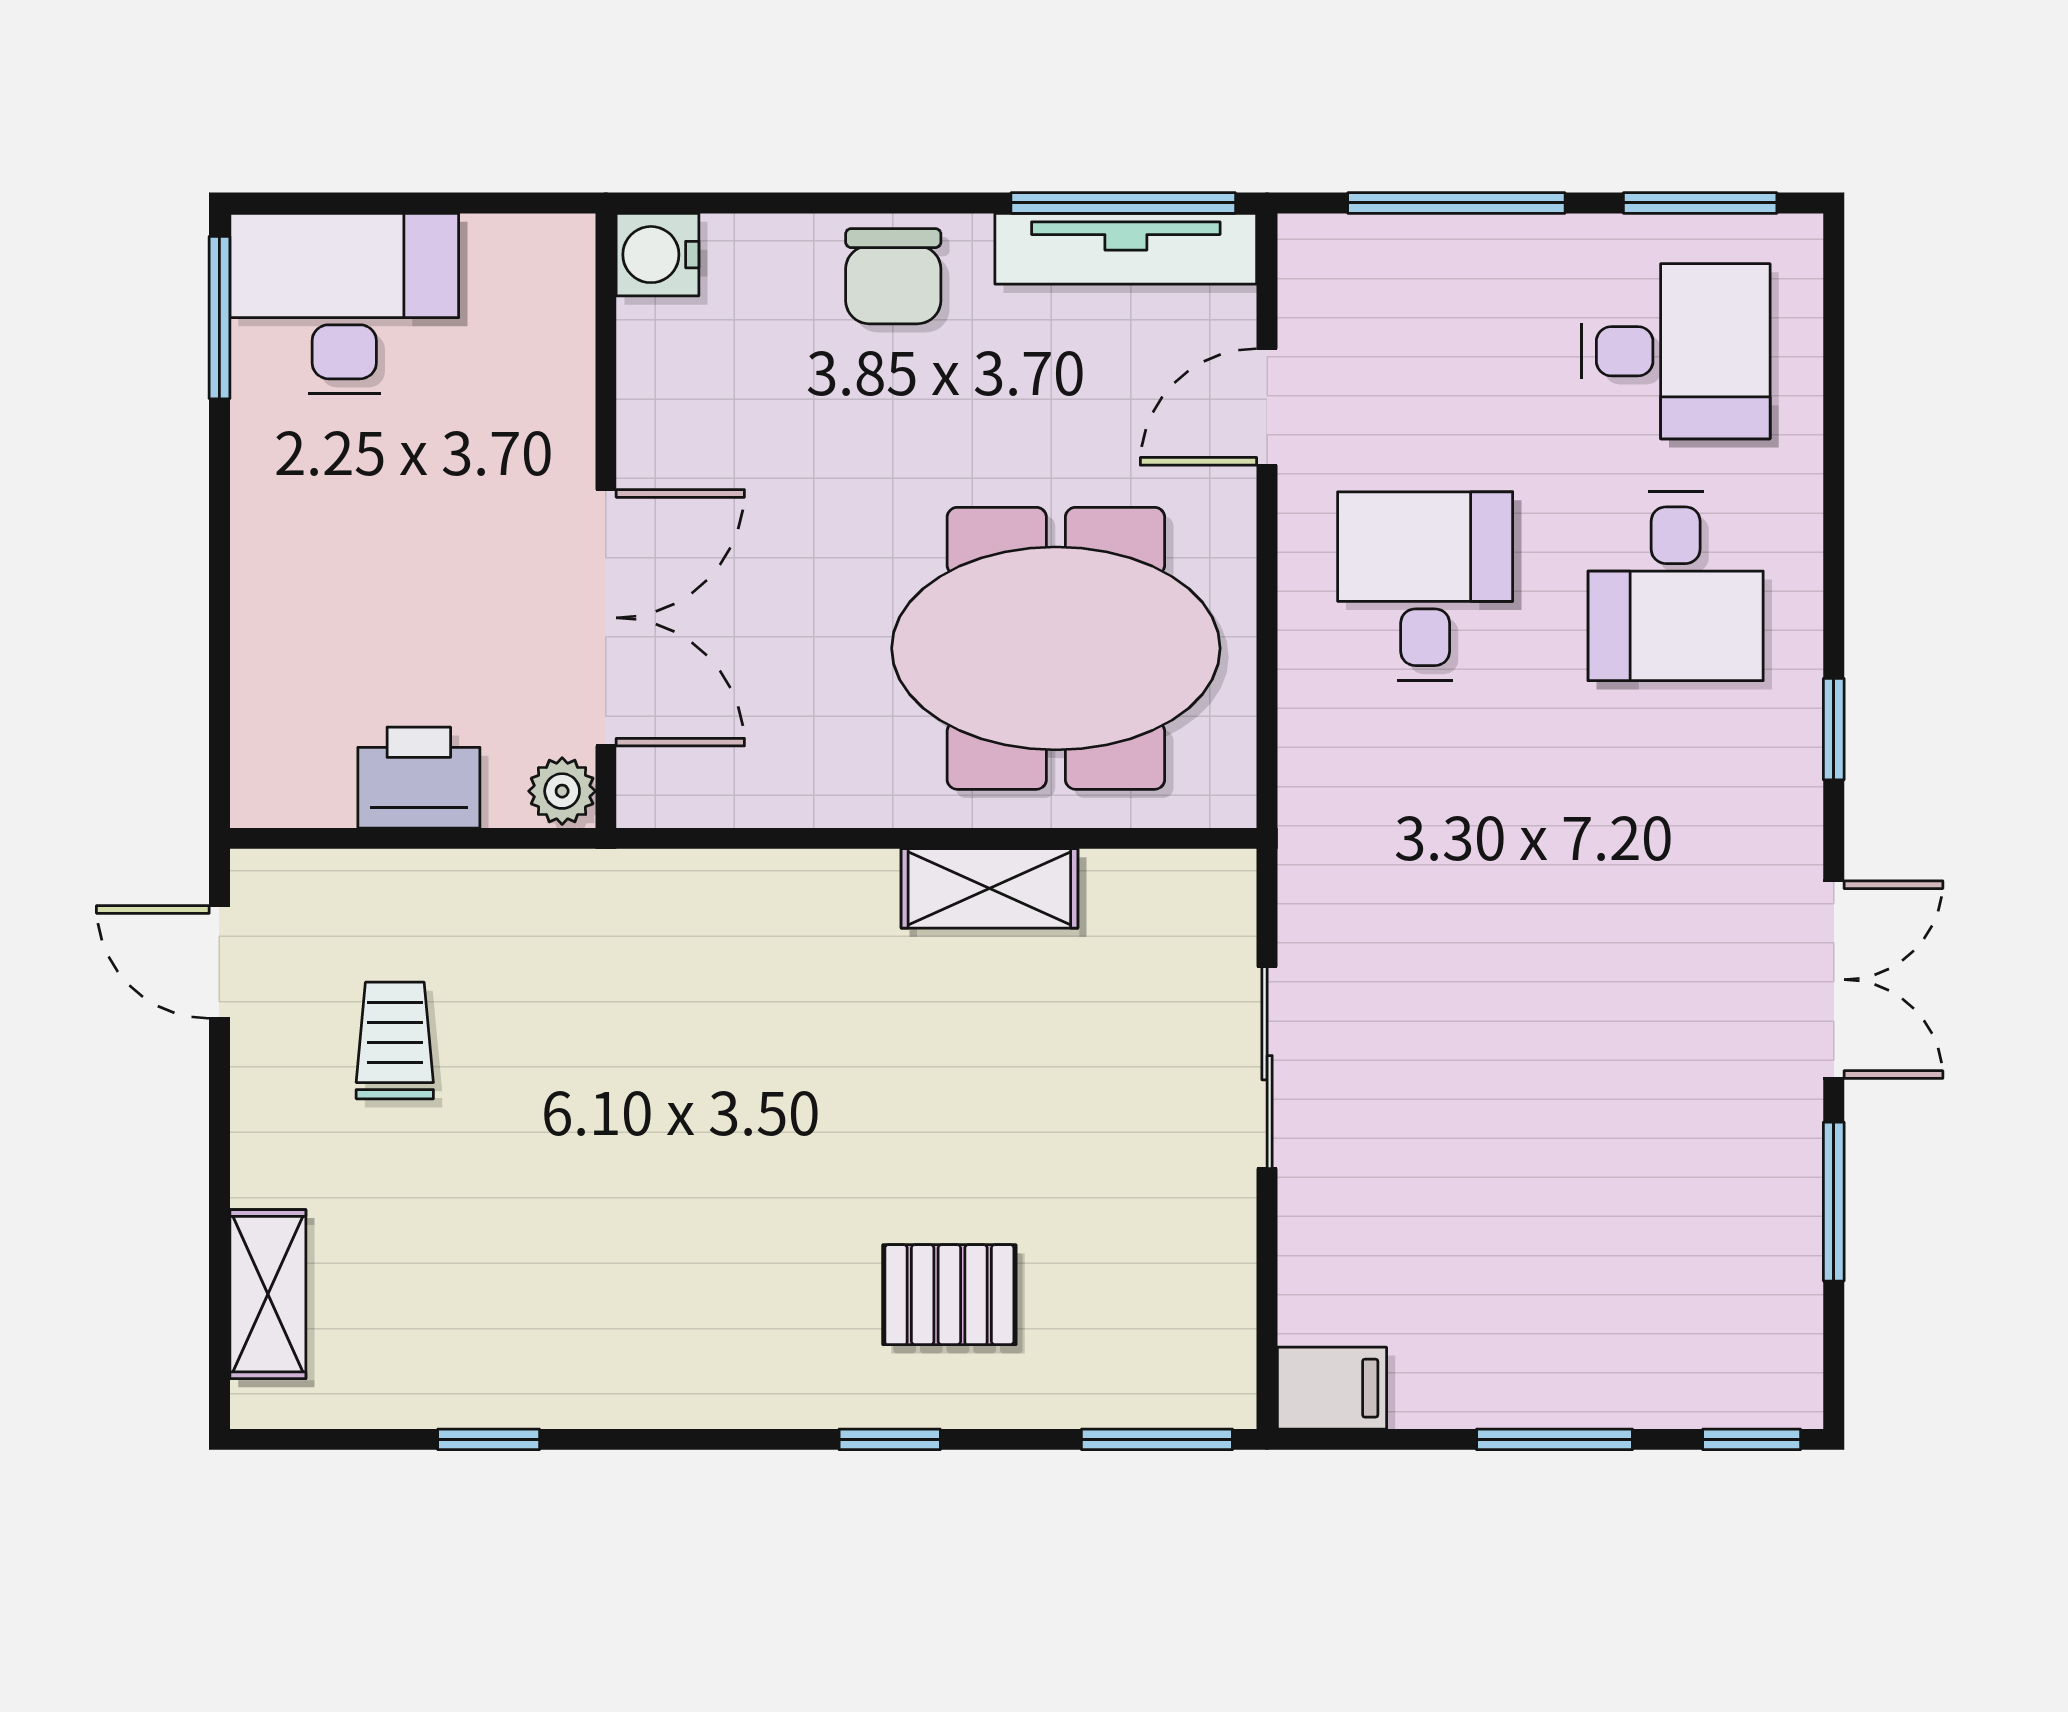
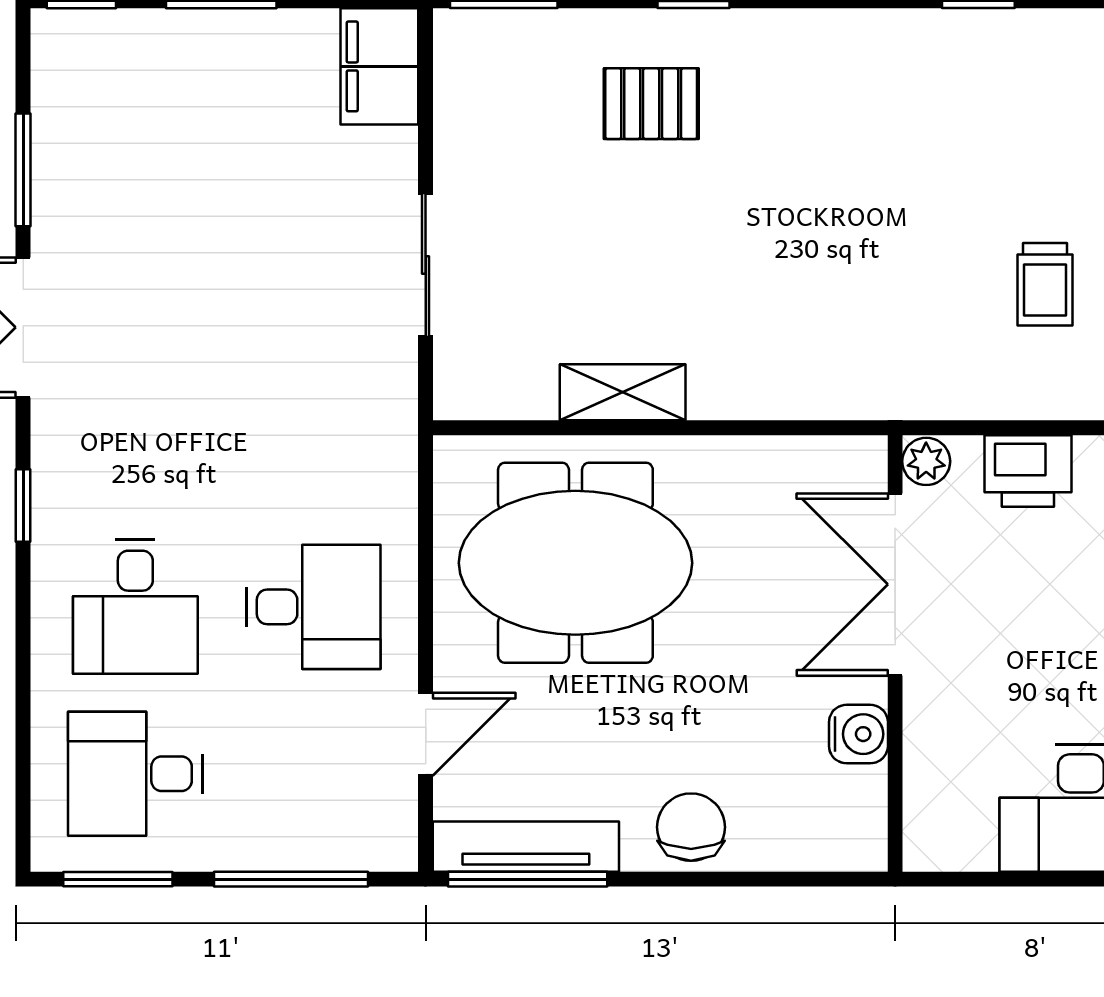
water cooler: (658, 255) -> (858, 734), moved
desk: (1425, 586) -> (313, 607), turned -90
desk: (1676, 586) -> (135, 607), turned 180
filing cabinet: (1332, 1388) -> (379, 66), width x2.00

